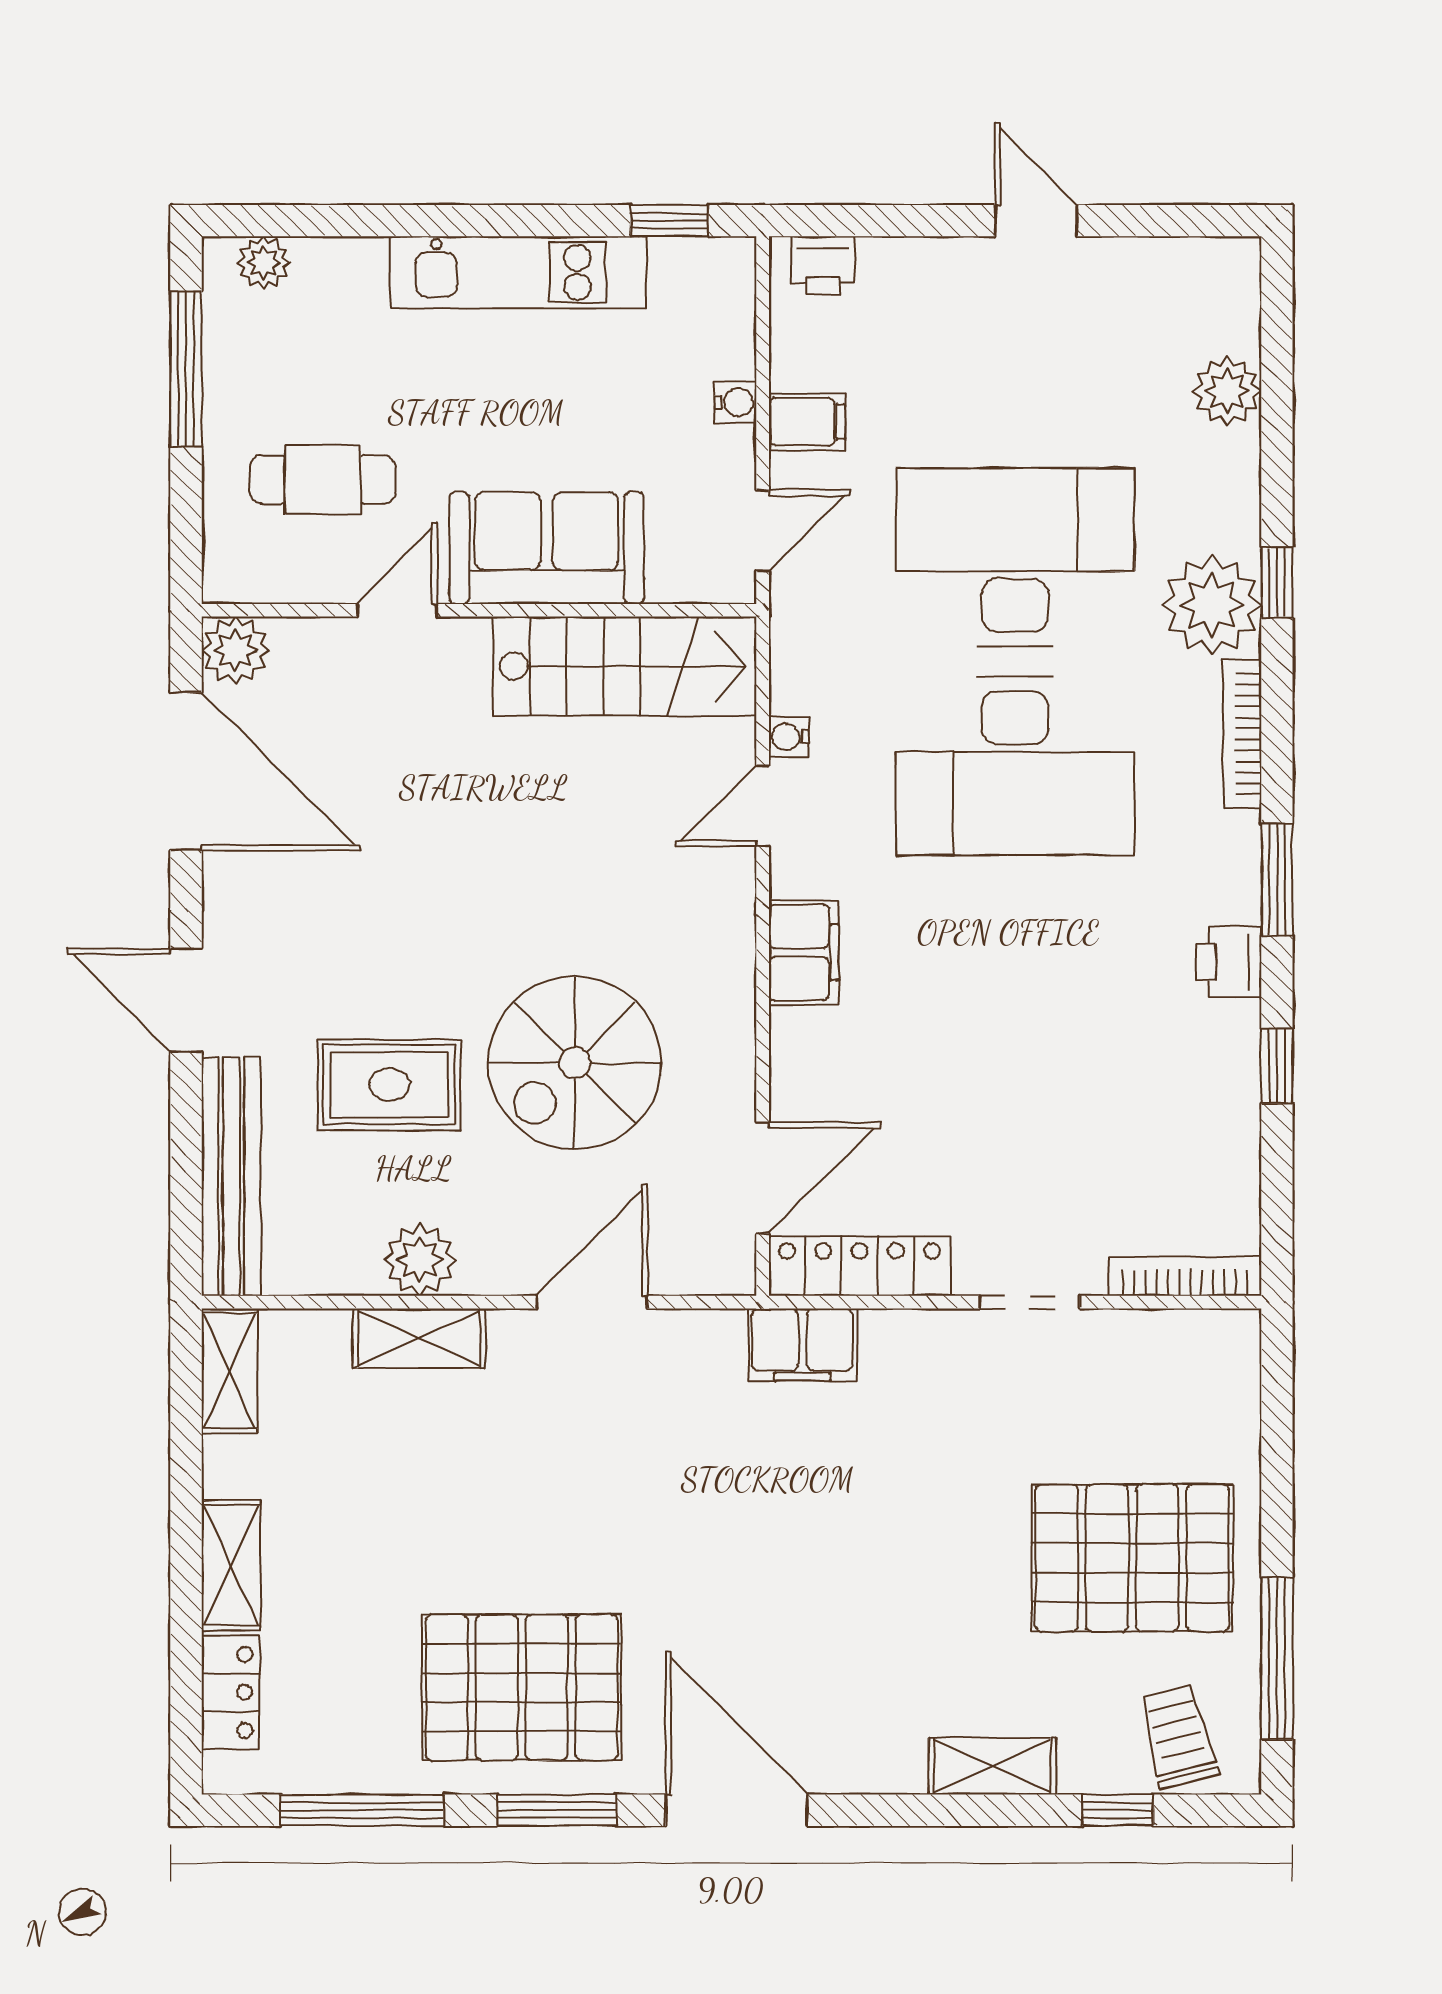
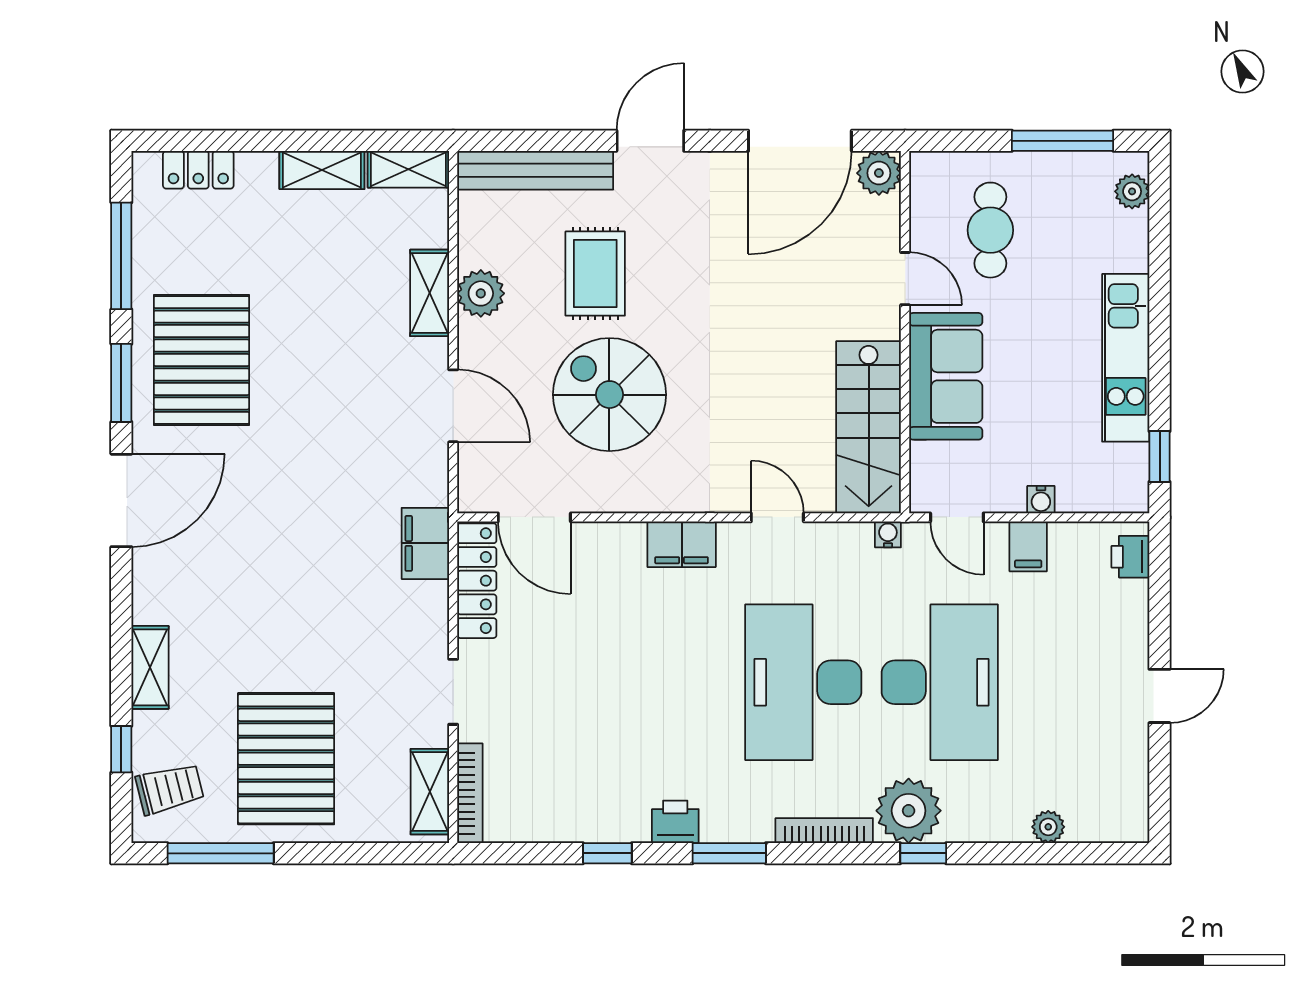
plant: (1227, 391) -> (1048, 827), width x0.73, depth x0.73
water cooler: (789, 737) -> (888, 534), moved
shelving: (1182, 1338) -> (430, 792), added
shelving: (231, 1565) -> (322, 170), moved

